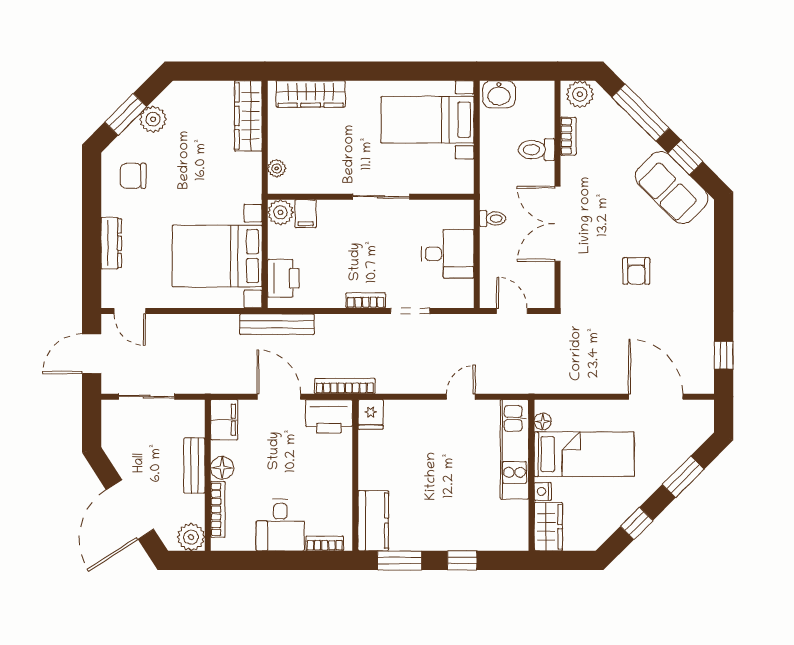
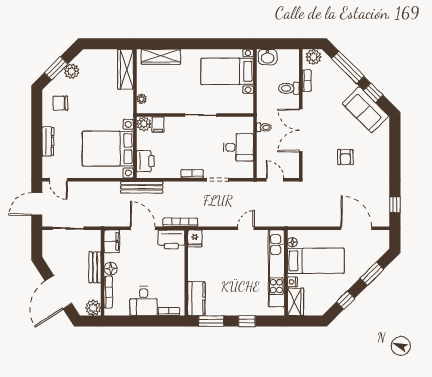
kitchen unit: (514, 449) -> (276, 268), width x1.36

